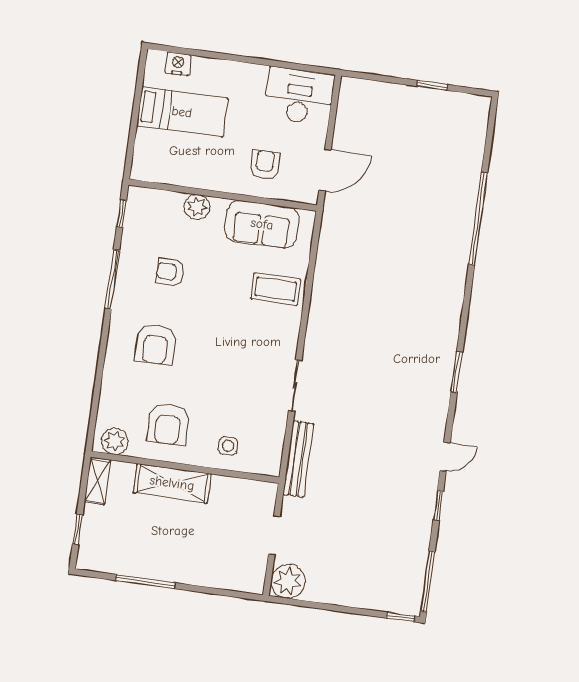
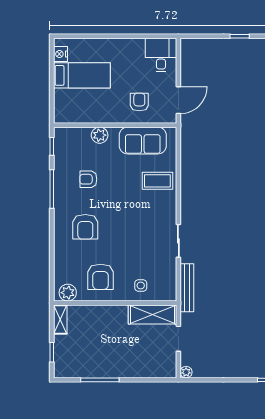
nightstand: (178, 64) -> (61, 54), moved, turned -90
desk: (299, 96) -> (161, 55), width x0.73
shelving: (172, 483) -> (152, 314), moved
plant: (288, 581) -> (186, 372), width x0.53, depth x0.53

